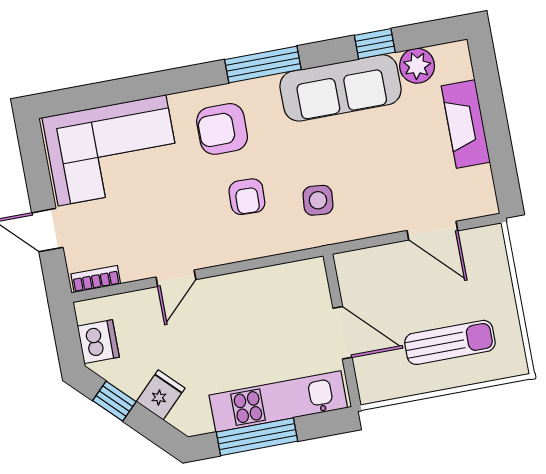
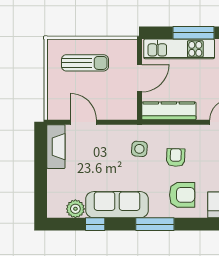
fireplace: (466, 124) -> (56, 147), moved
kitchen counter: (276, 282) -> (169, 111), added
door: (342, 333) -> (139, 78), swing flipped
sun lounger: (450, 342) -> (85, 63), turned 180

